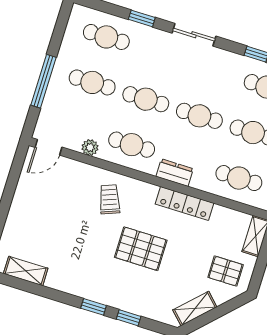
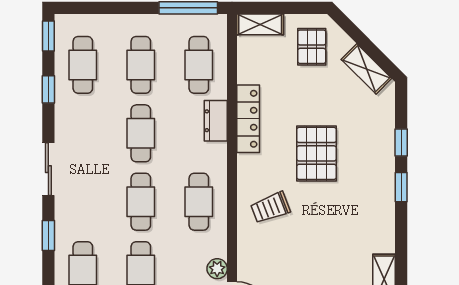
plant: (90, 147) -> (217, 269), moved
dresser: (175, 173) -> (216, 121), moved

